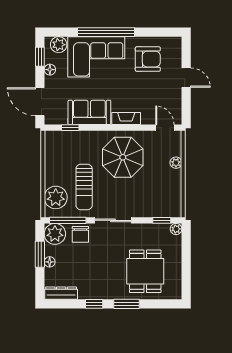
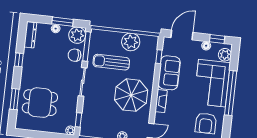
plant: (56, 197) -> (131, 42), moved
window: (126, 304) -> (14, 99), moved

